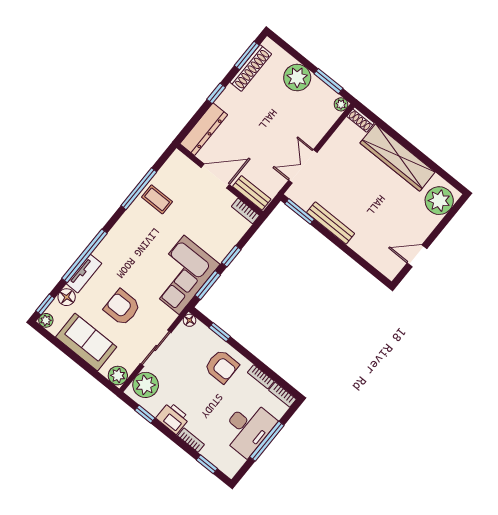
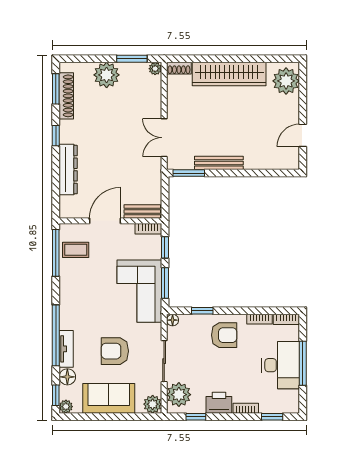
door: (215, 176) -> (105, 221), moved
wall: (220, 180) -> (110, 221), moved
bench: (252, 193) -> (142, 211), moved
bookcase: (245, 211) -> (148, 229), moved

